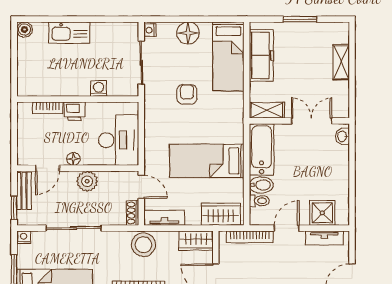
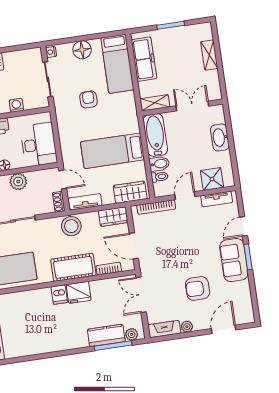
washbasin: (342, 136) -> (220, 137), moved, width x1.91, depth x1.45

